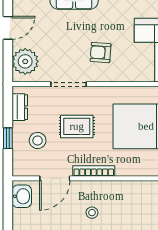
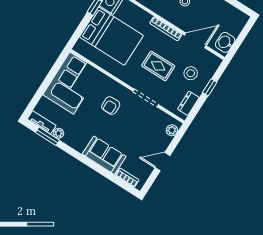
armchair: (101, 53) -> (111, 106), turned 86
plant: (25, 61) -> (172, 130), width x0.53, depth x0.53

